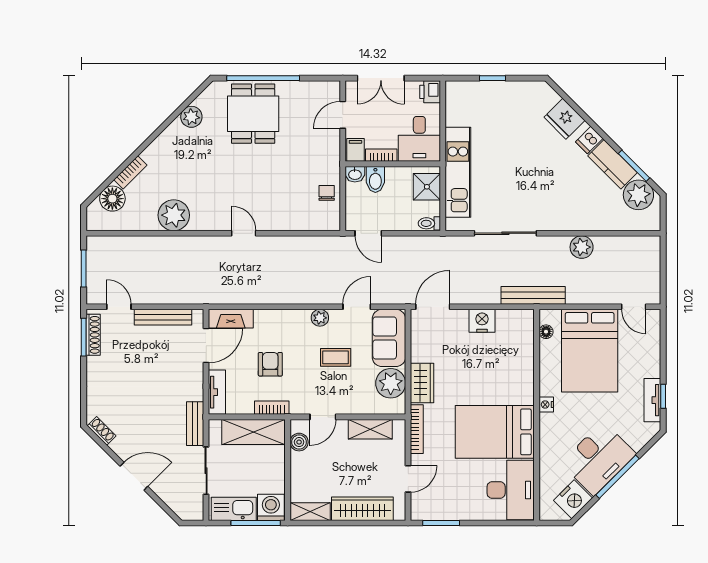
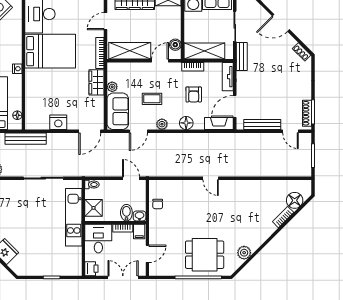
dining table: (253, 114) -> (205, 255), turned 90
plant: (174, 215) -> (255, 190), removed
floor lamp: (282, 320) -> (186, 123), added
plant: (391, 383) -> (112, 87), width x0.53, depth x0.53
shelving: (370, 429) -> (130, 51), width x1.50, depth x1.33

